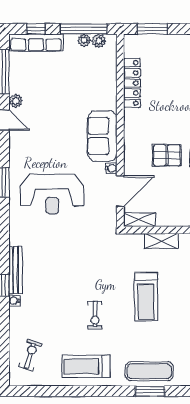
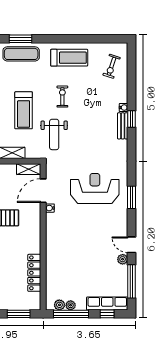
sofa: (102, 136) -> (57, 233), removed
weight bench: (106, 265) -> (54, 134), added
bench: (16, 270) -> (123, 126), width x0.73
treadmill: (146, 297) -> (24, 110), turned 180

